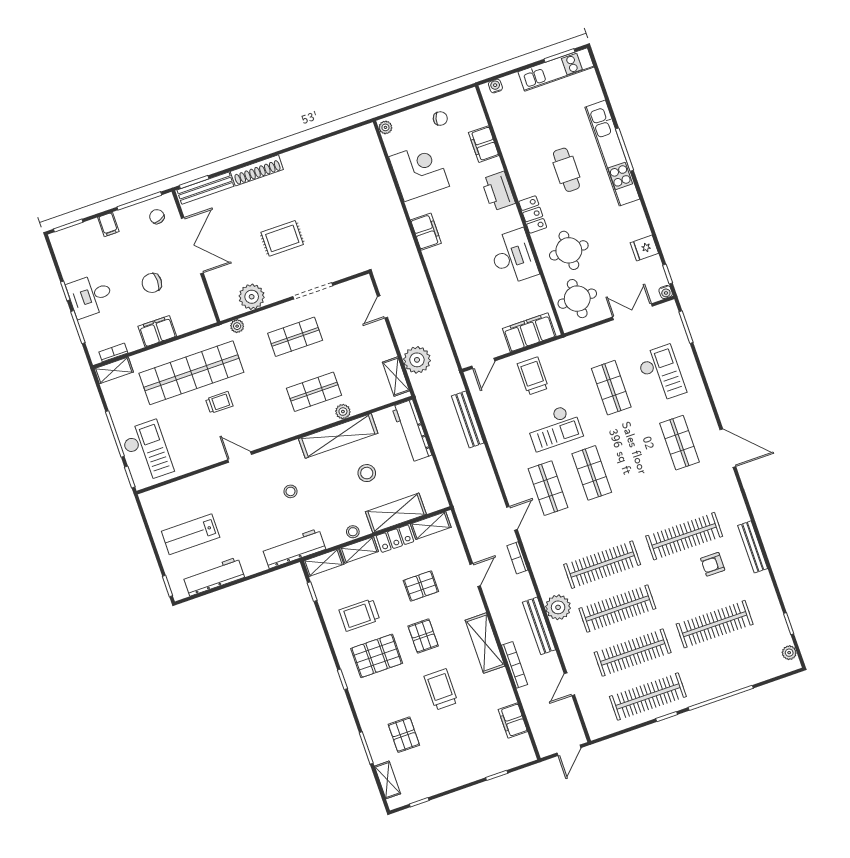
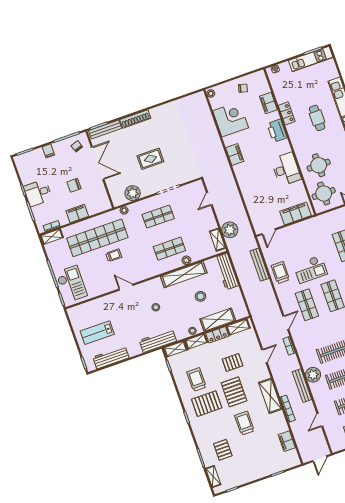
locker: (533, 214) -> (287, 113), moved
trolley: (533, 376) -> (280, 273), moved
trolley: (359, 615) -> (196, 380), turned 90
pallet: (423, 636) -> (234, 392), width x1.50, depth x1.42

